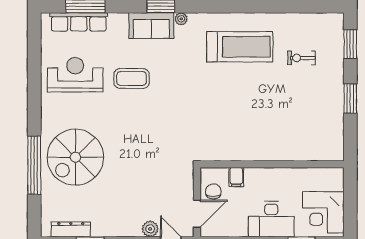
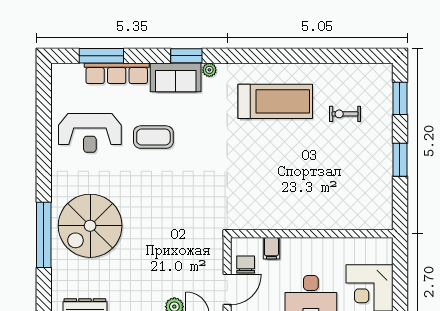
row of seats: (79, 22) -> (117, 73), moved
reception desk: (75, 75) -> (90, 133), turned 180

